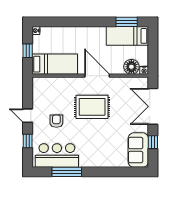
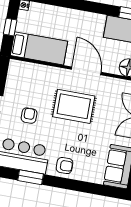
armchair: (93, 157) -> (65, 166), added
window: (67, 172) -> (31, 177), width x0.69

